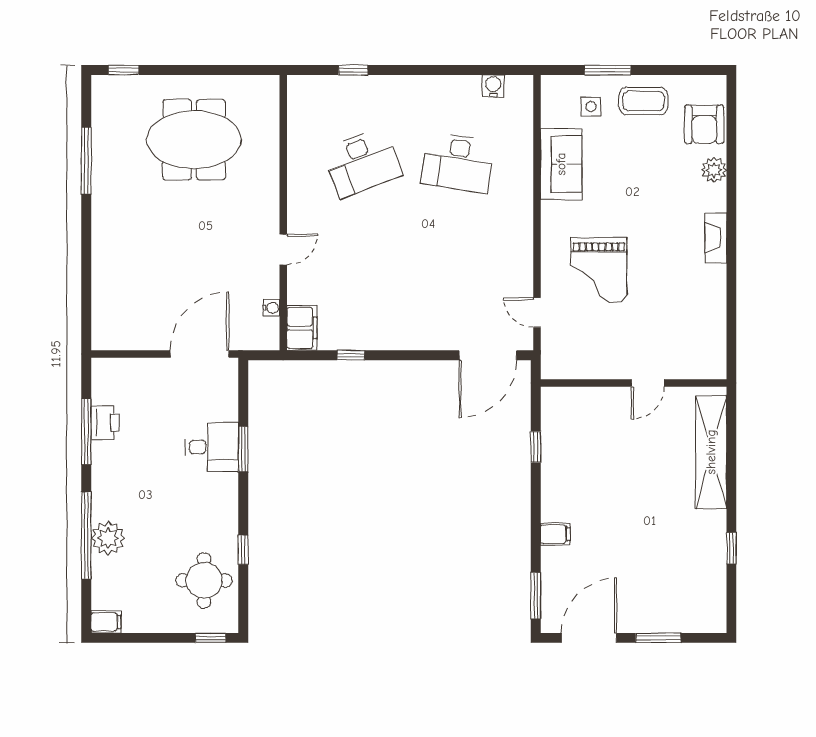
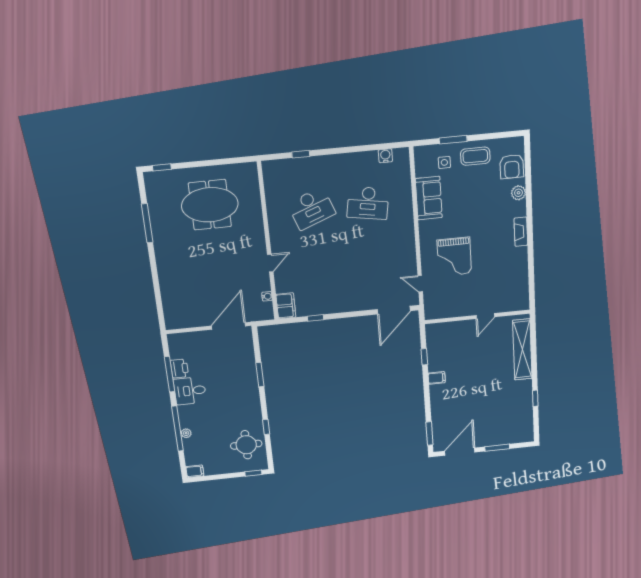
desk: (212, 447) -> (190, 391), moved, turned 180
filing cabinet: (555, 534) -> (437, 378), moved
plant: (108, 538) -> (186, 433), width x0.53, depth x0.53

